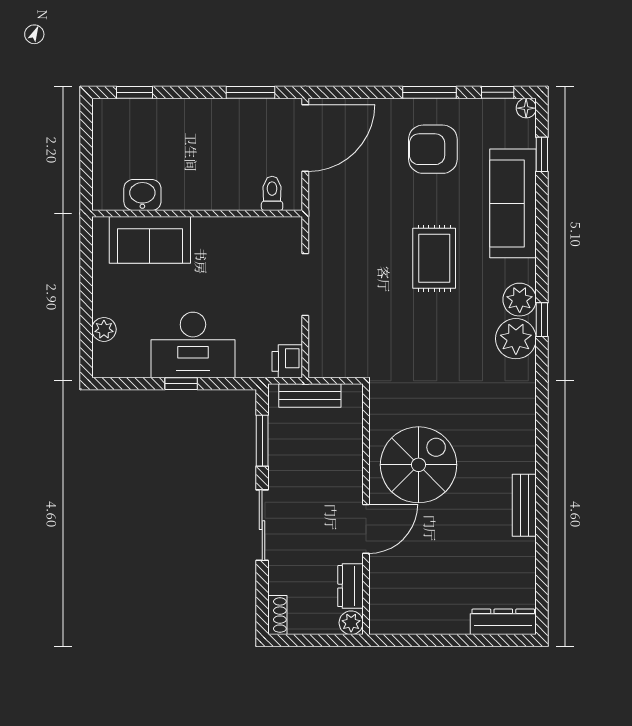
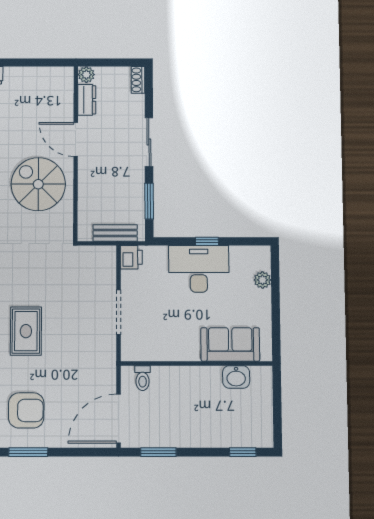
spiral stairs: (419, 465) -> (38, 184), turned 90
door: (366, 529) -> (76, 139), hinge flipped

